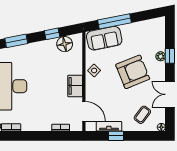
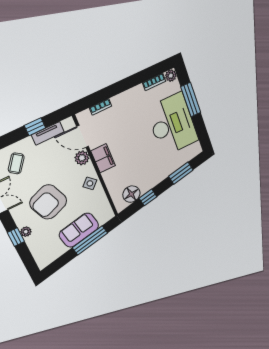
sofa: (104, 38) -> (79, 230), moved
plant: (92, 94) -> (82, 158), added

